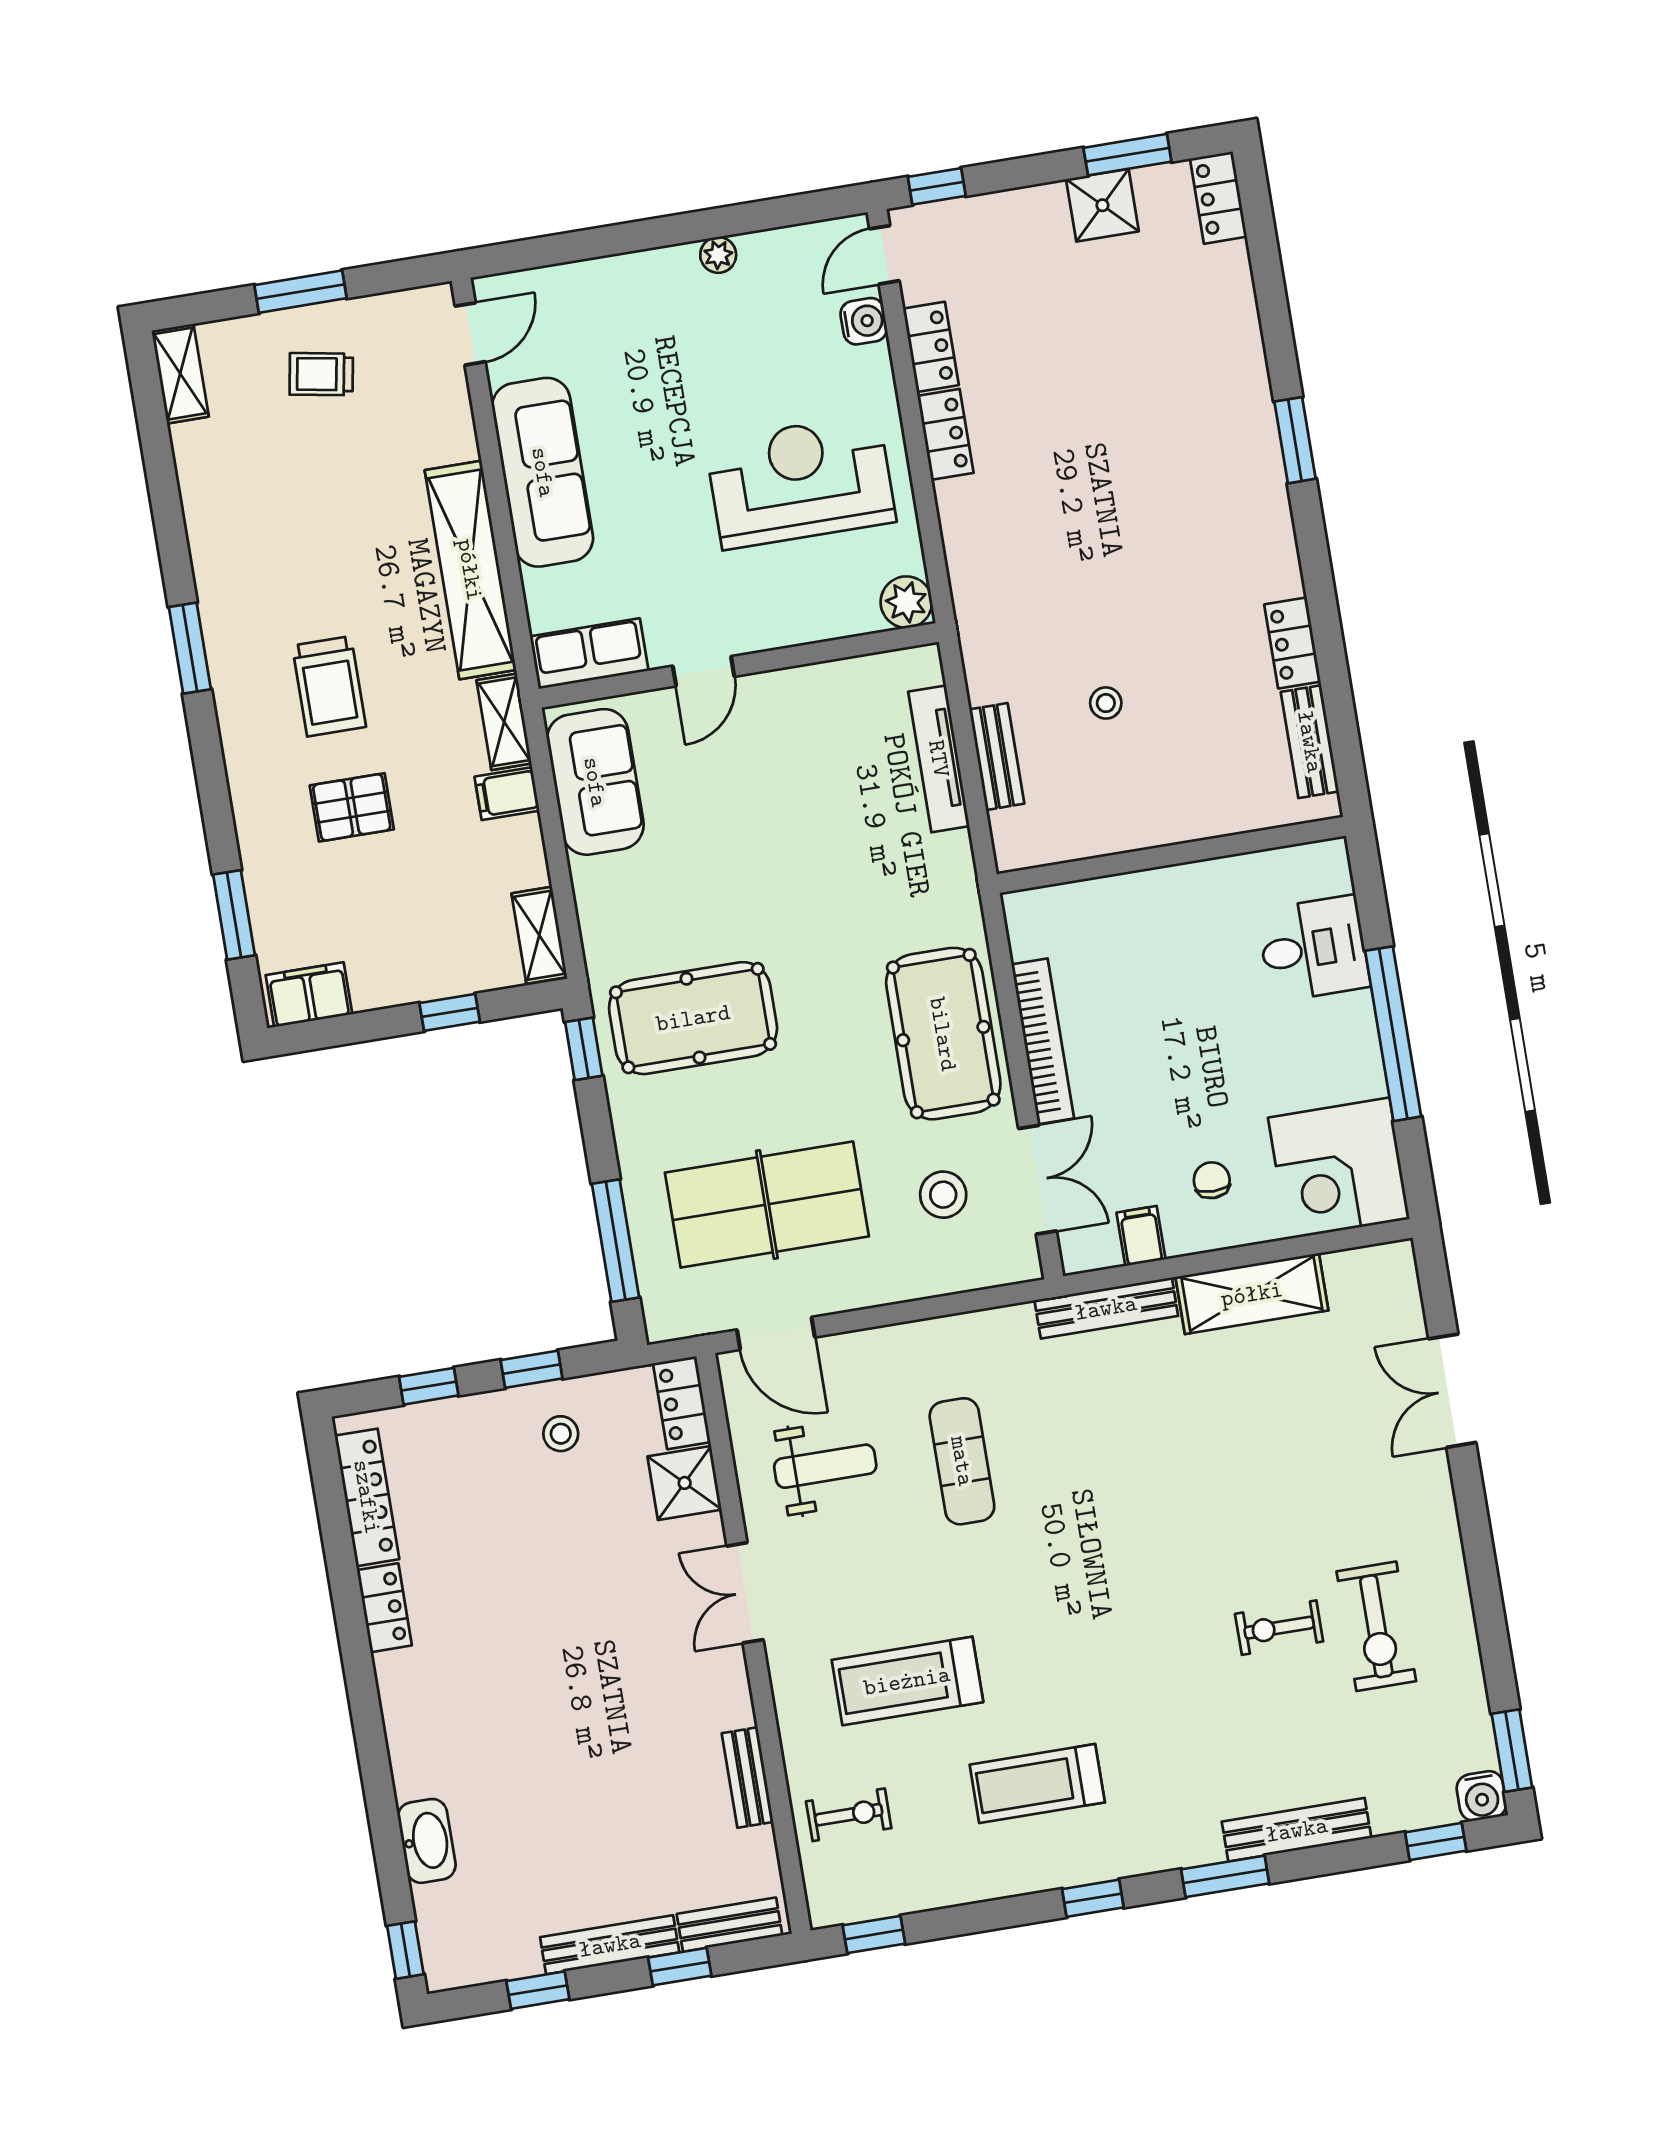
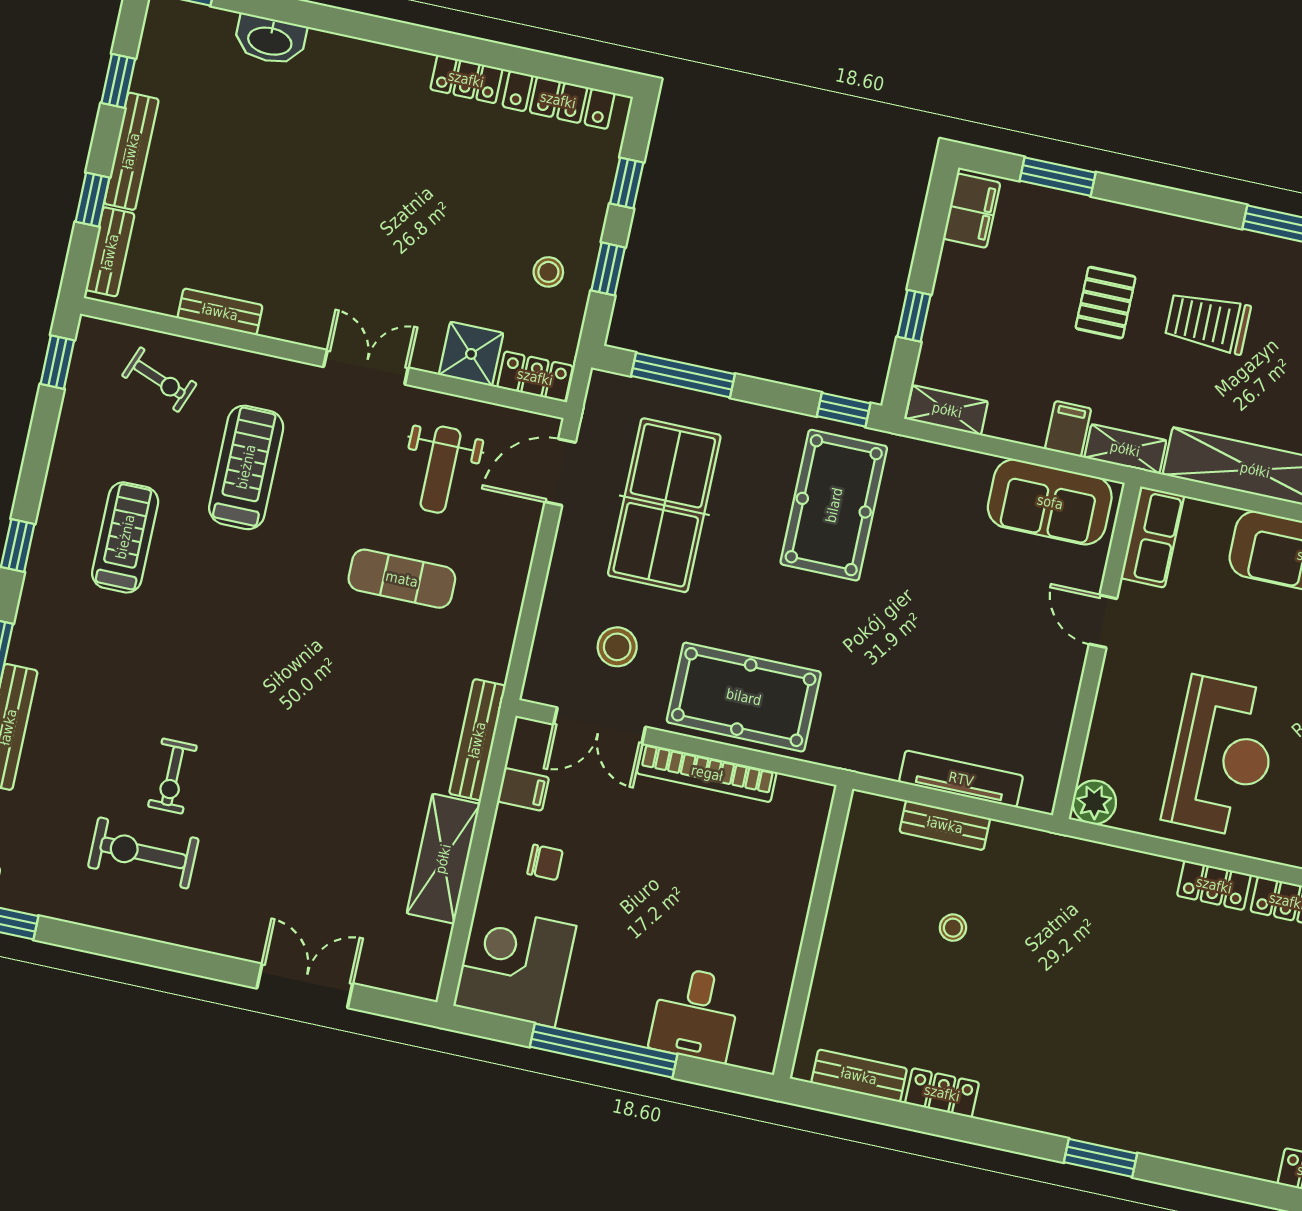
exercise bike: (1279, 1628) -> (172, 776), turned 180
exercise bike: (849, 1815) -> (159, 380), turned -69

